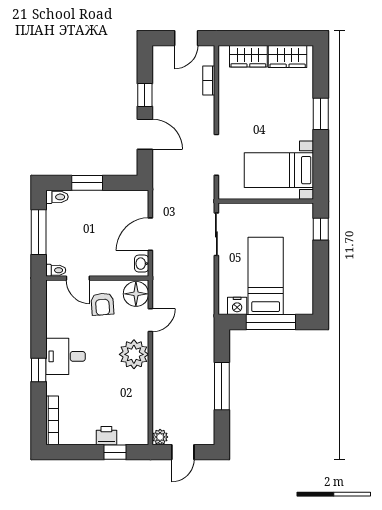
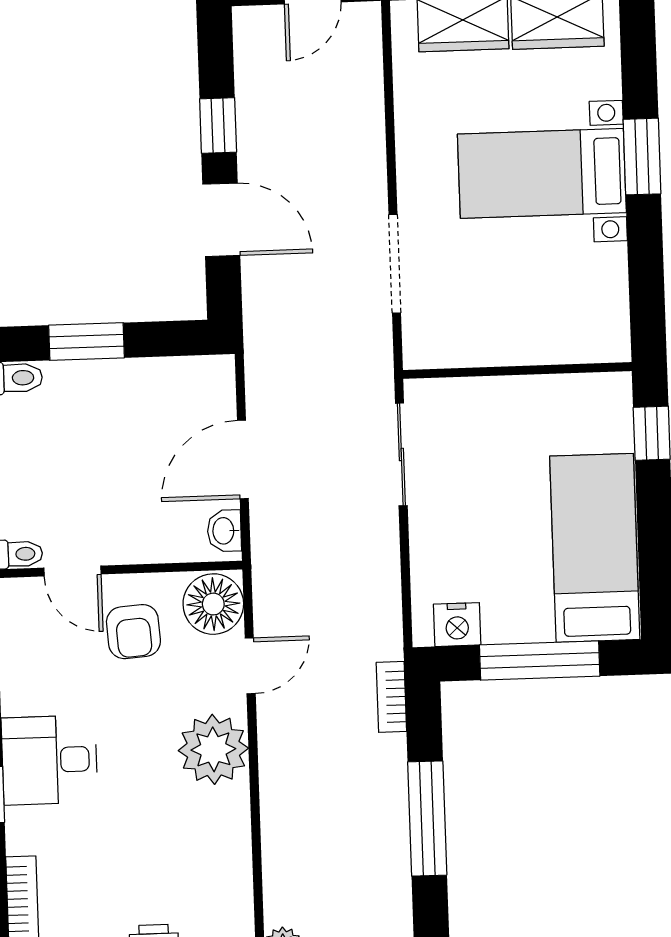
bookcase: (209, 81) -> (391, 697), moved
bed with nightstands: (279, 170) -> (542, 173), moved
bed: (266, 276) -> (595, 548), moved

